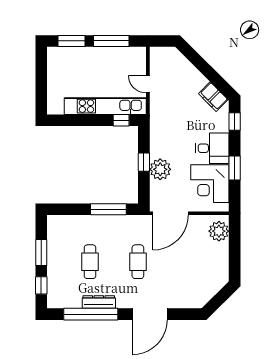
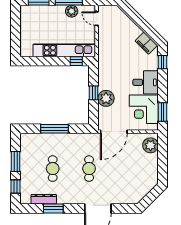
plant: (115, 55) -> (72, 11), added
door: (148, 84) -> (97, 19), moved
window: (235, 168) -> (162, 112), moved
window: (108, 209) -> (55, 129), moved
dresser: (99, 302) -> (44, 199), moved
window: (91, 314) -> (53, 208), width x0.47

